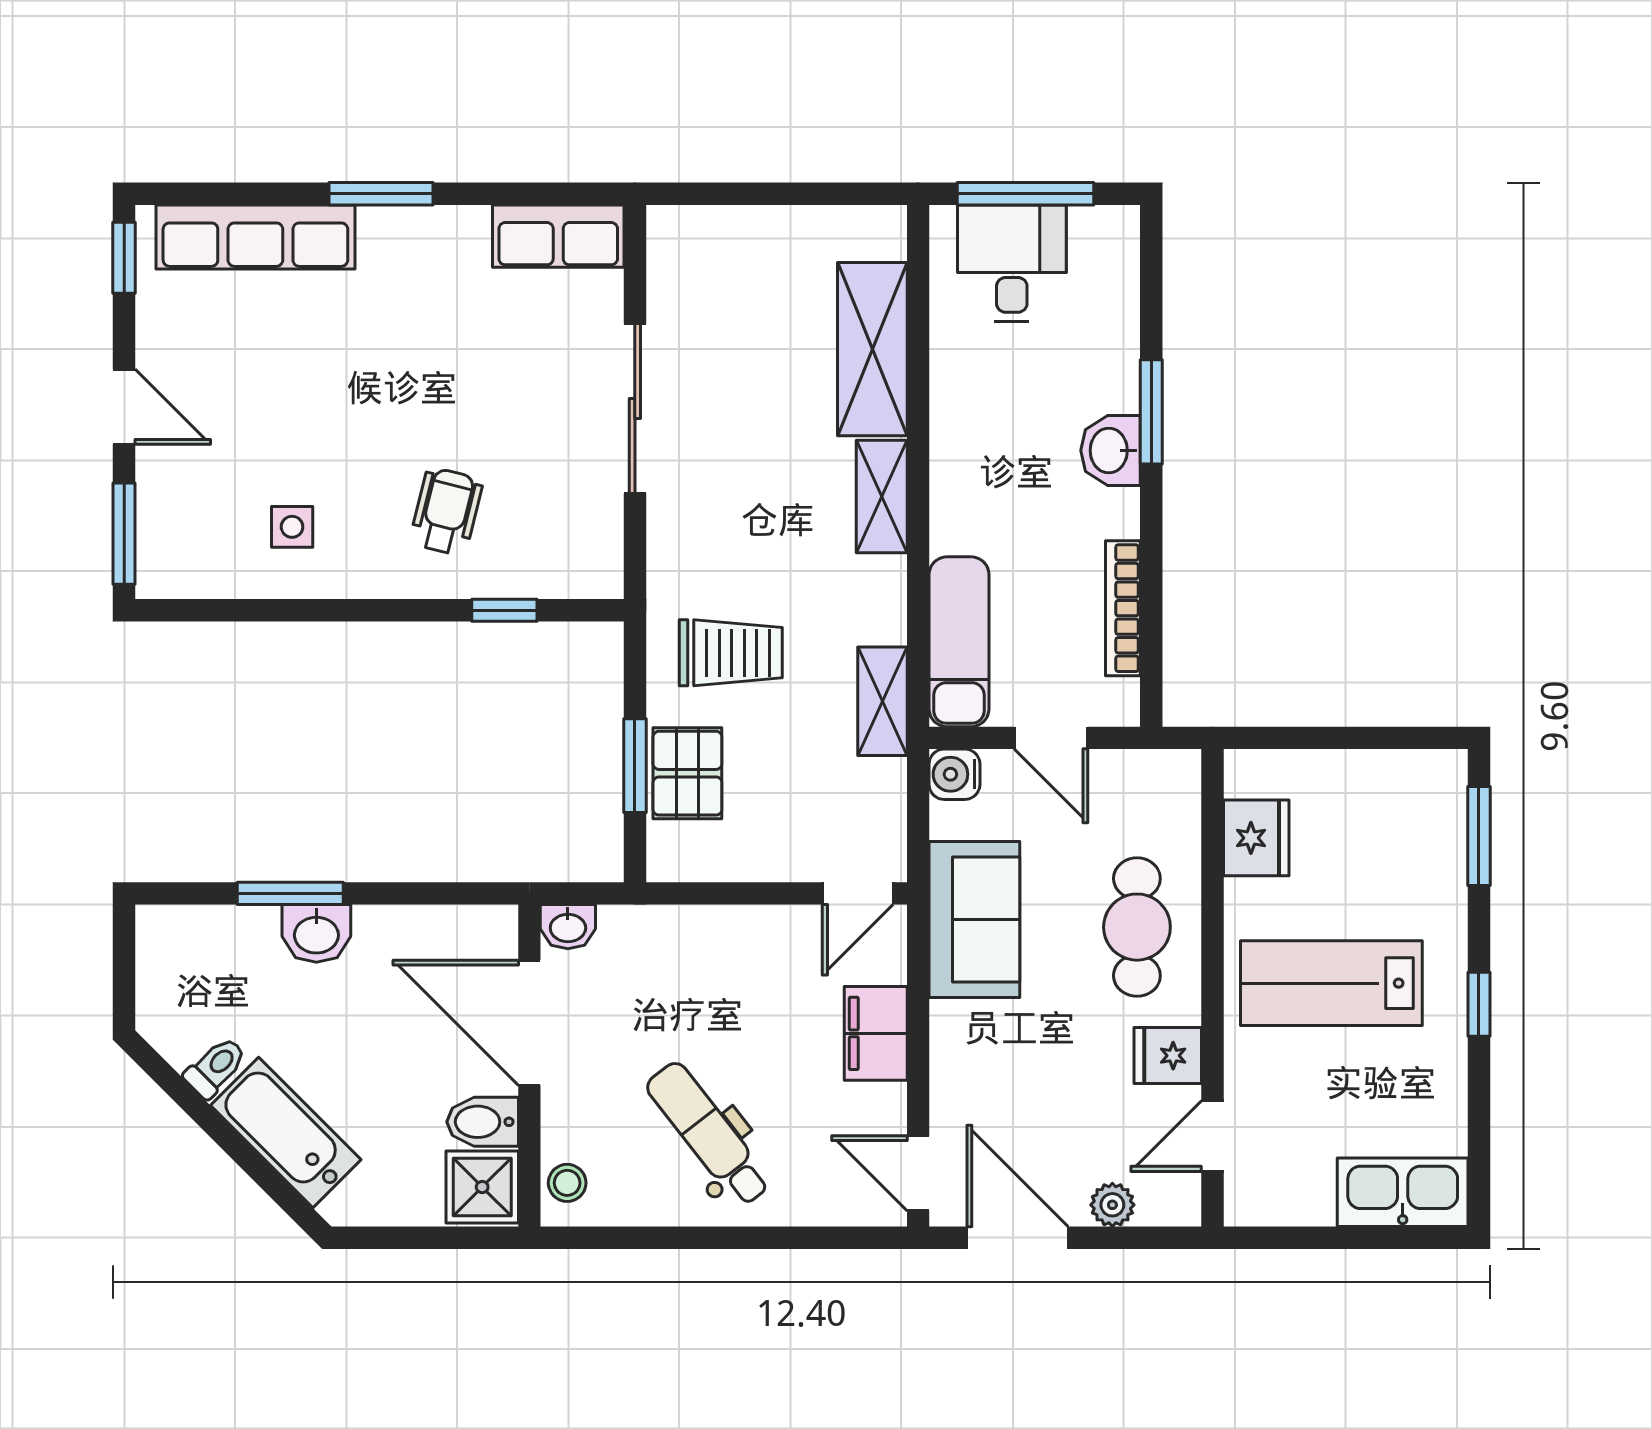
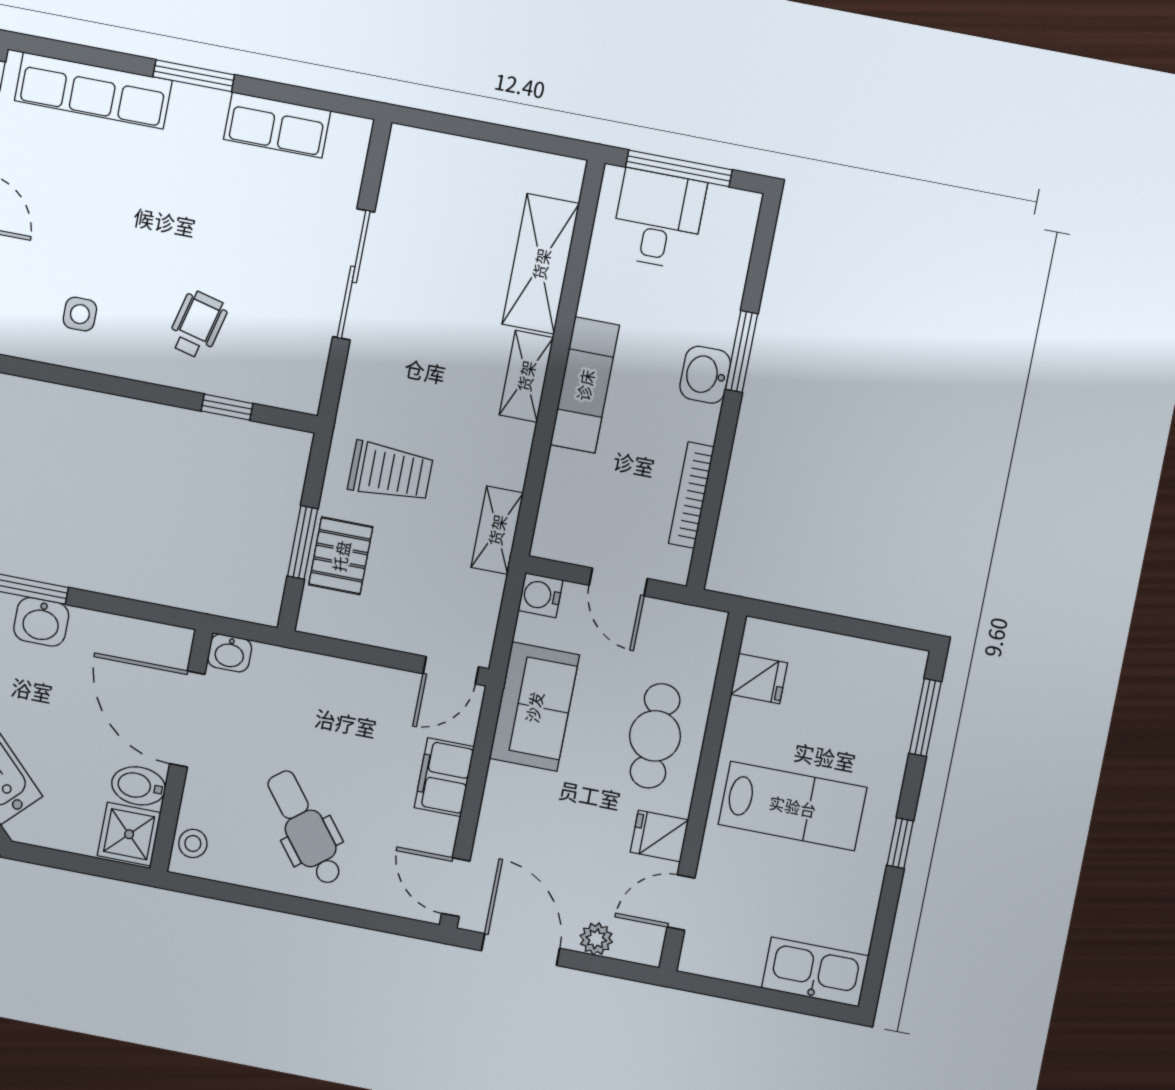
row of seats: (558, 236) -> (277, 125), moved
exam couch: (959, 642) -> (585, 385), moved
fridge: (1256, 838) -> (759, 679), width x0.72
lab bench: (1331, 983) -> (793, 806), turned 180

